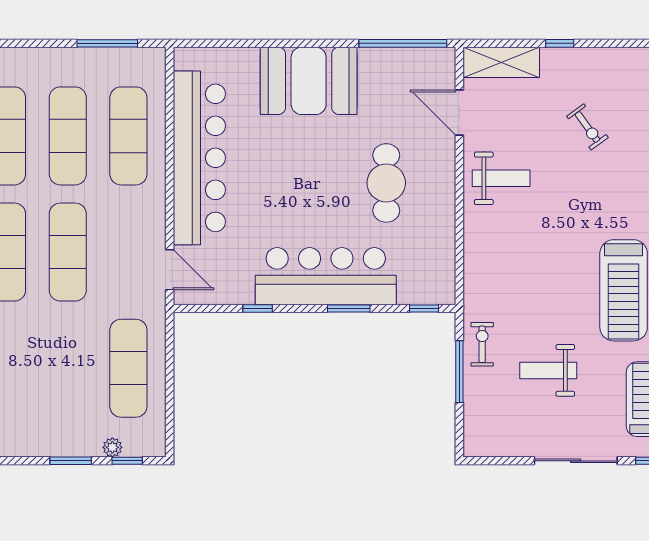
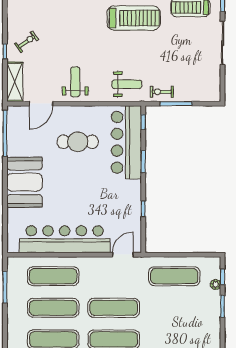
exercise bike: (587, 127) -> (27, 42), moved
bar counter: (326, 276) -> (126, 142), moved
weight bench: (548, 370) -> (127, 84), moved, turned -90

